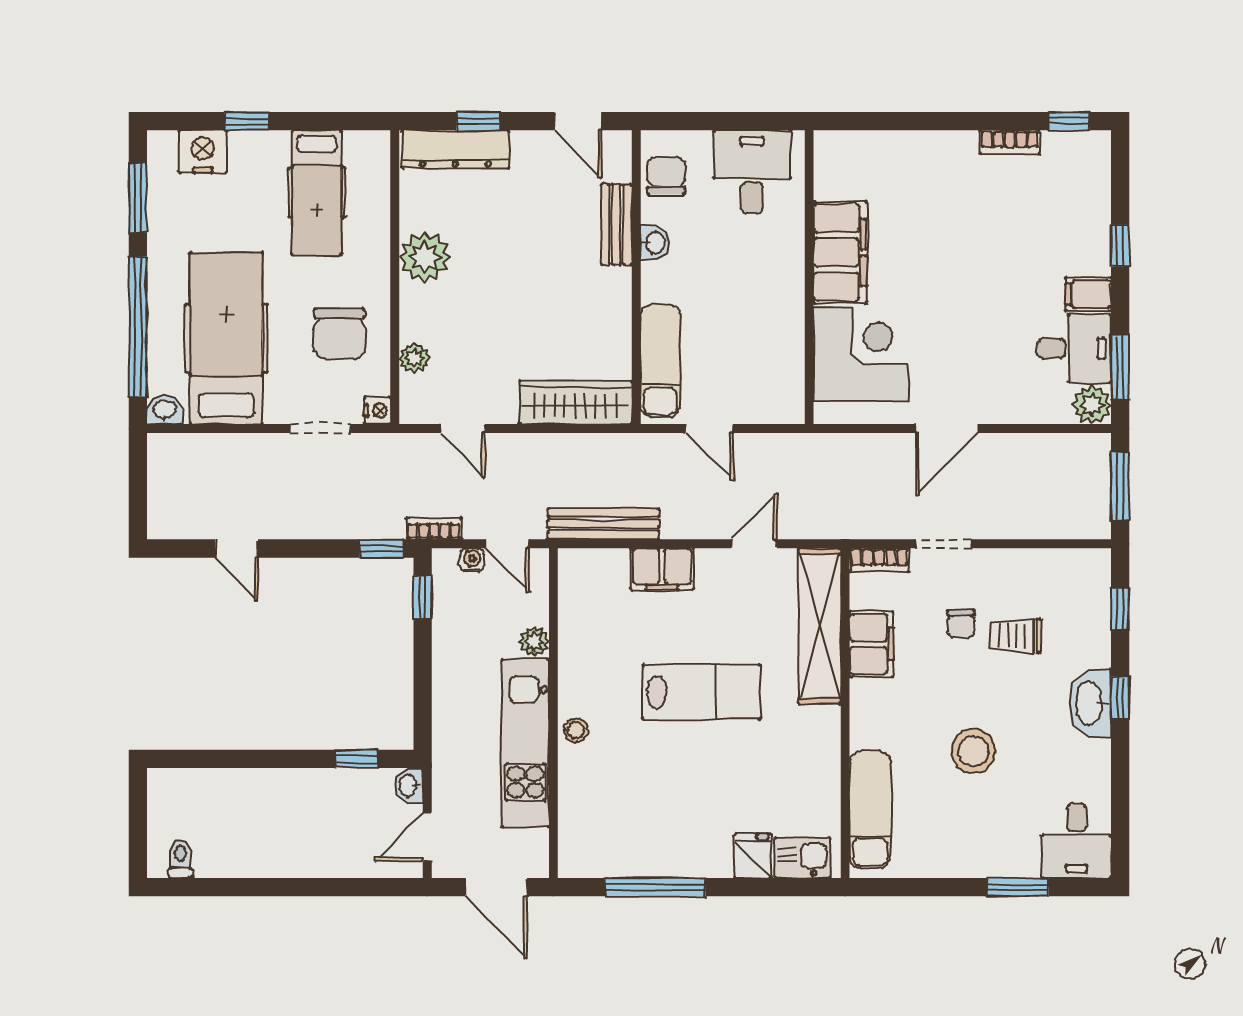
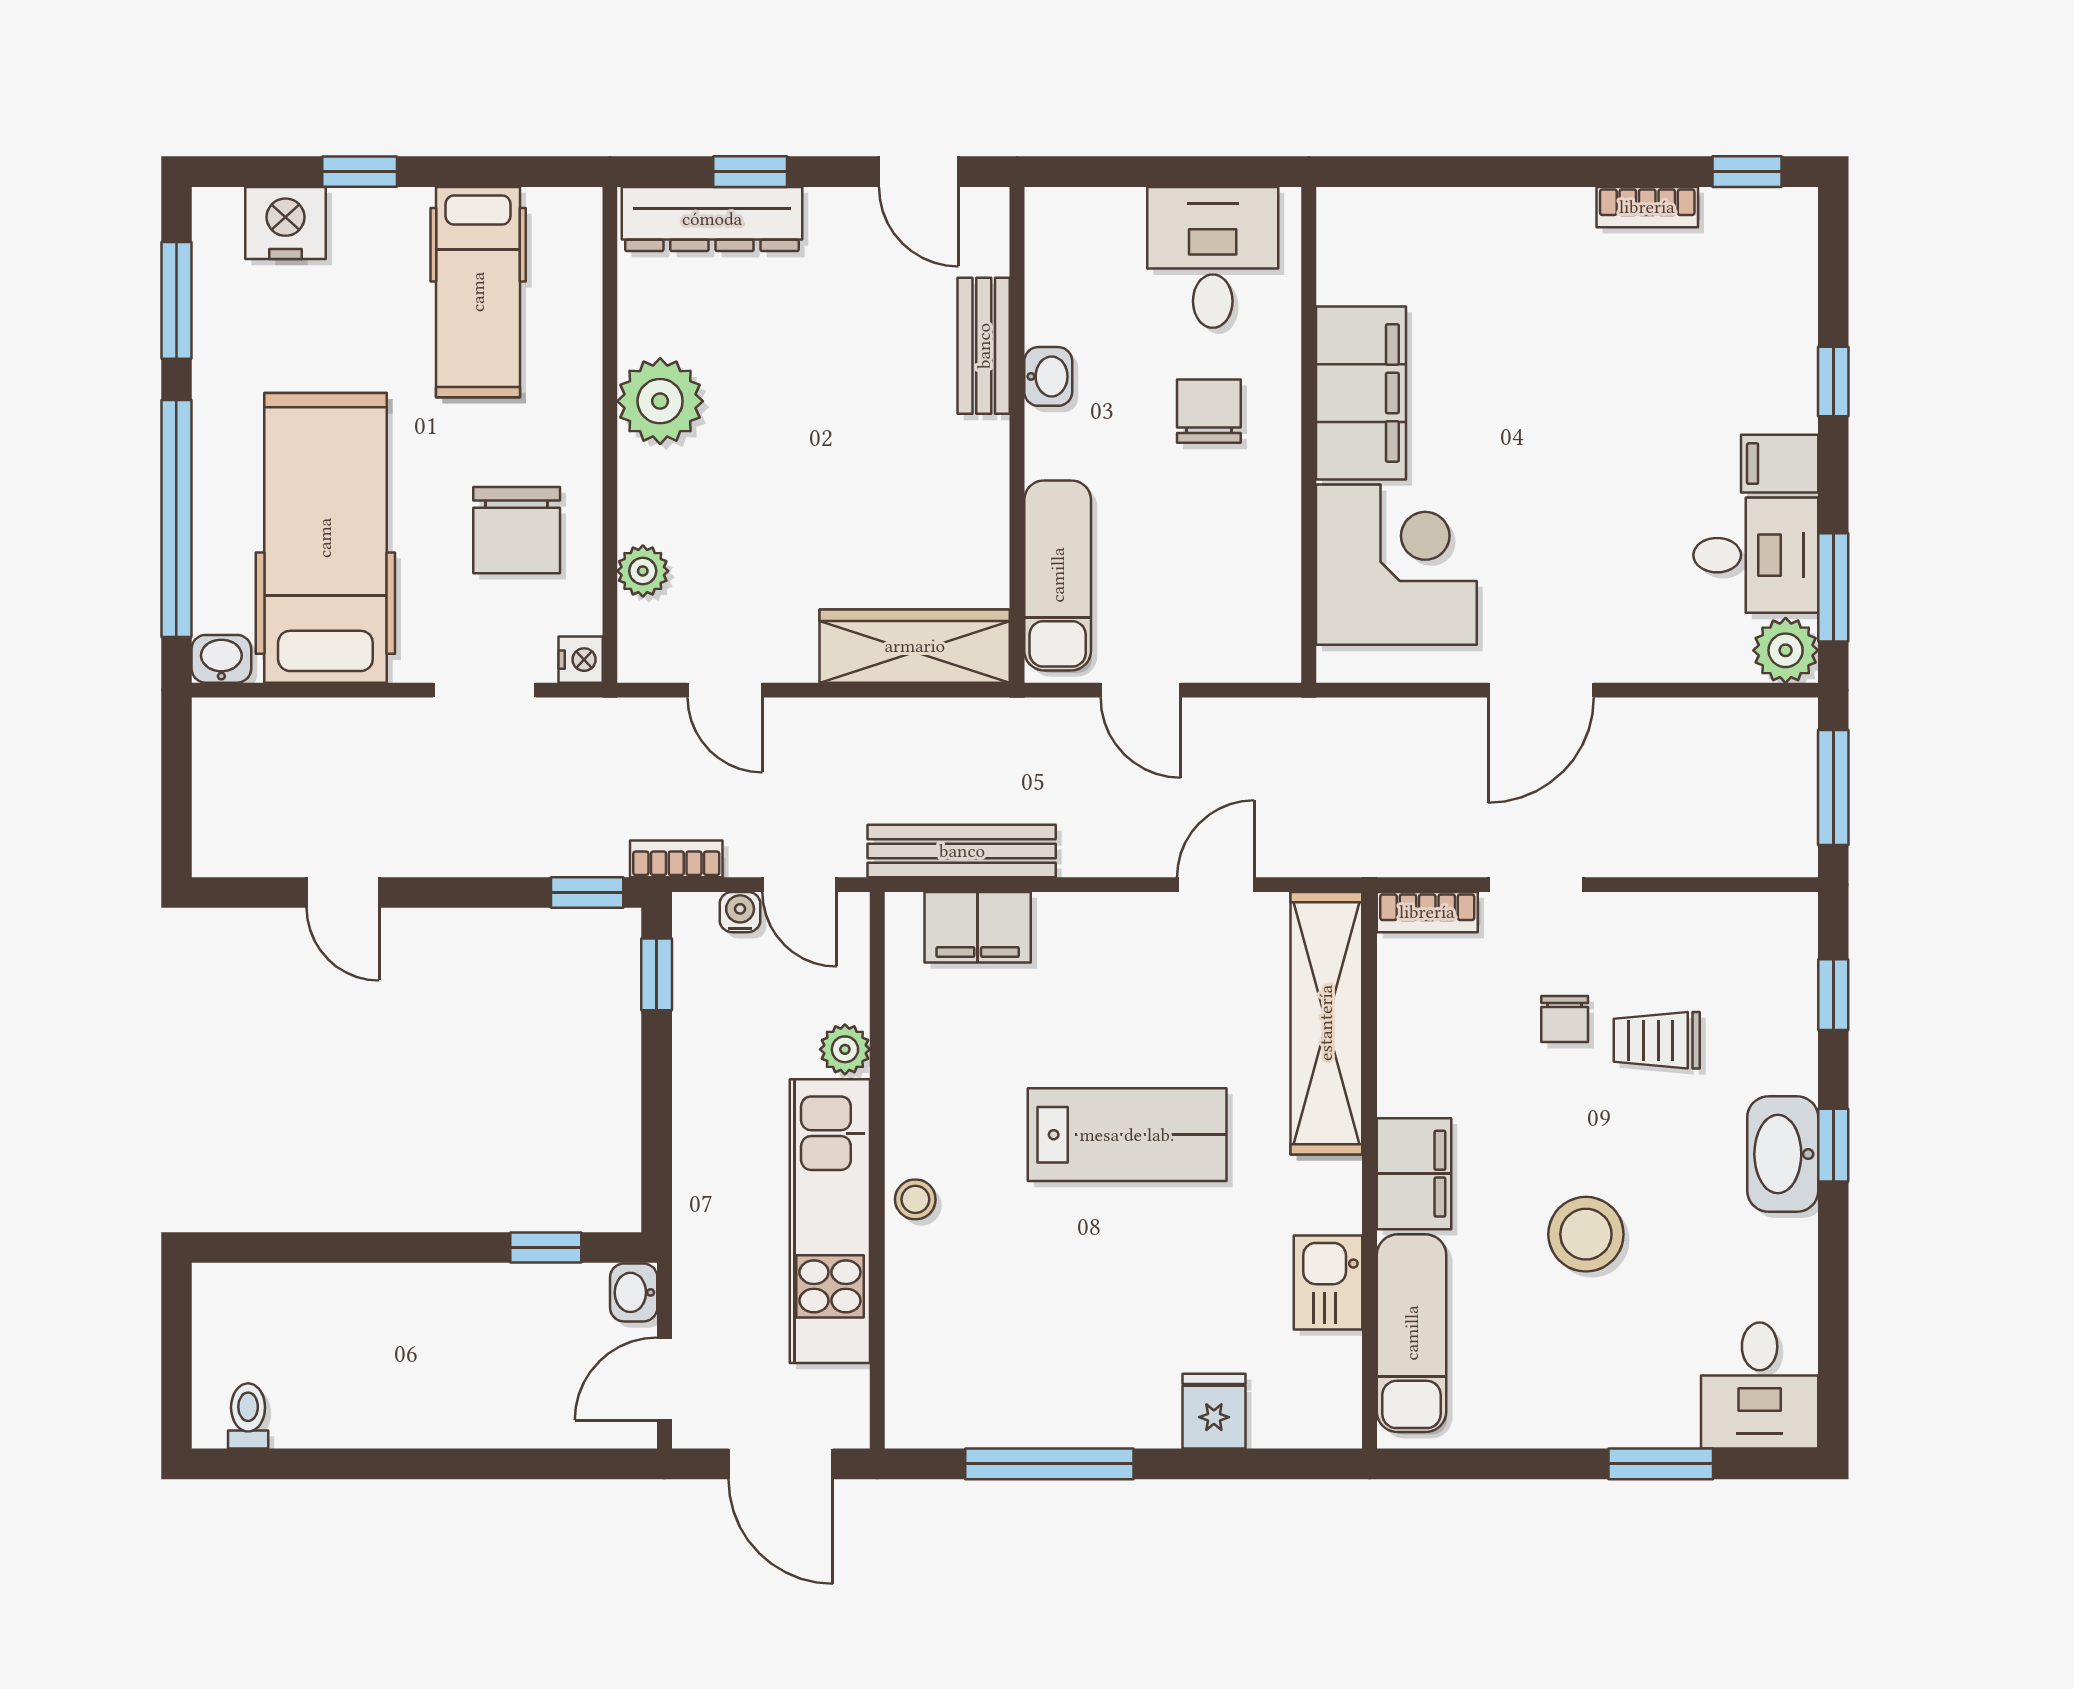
chair: (666, 175) -> (1209, 411), moved
filing cabinet: (662, 569) -> (978, 927), moved
filing cabinet: (871, 644) -> (1414, 1174), moved
kitchen sink: (802, 858) -> (1328, 1282), moved, turned -90

